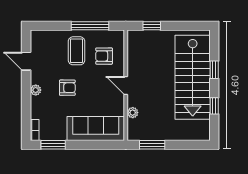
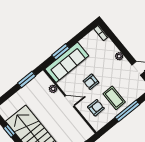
window: (90, 26) -> (127, 111), moved
armchair: (67, 88) -> (91, 82), moved
window: (53, 145) -> (61, 52), moved

